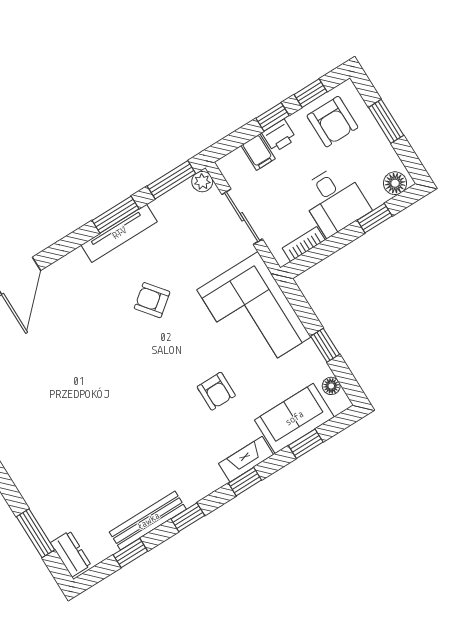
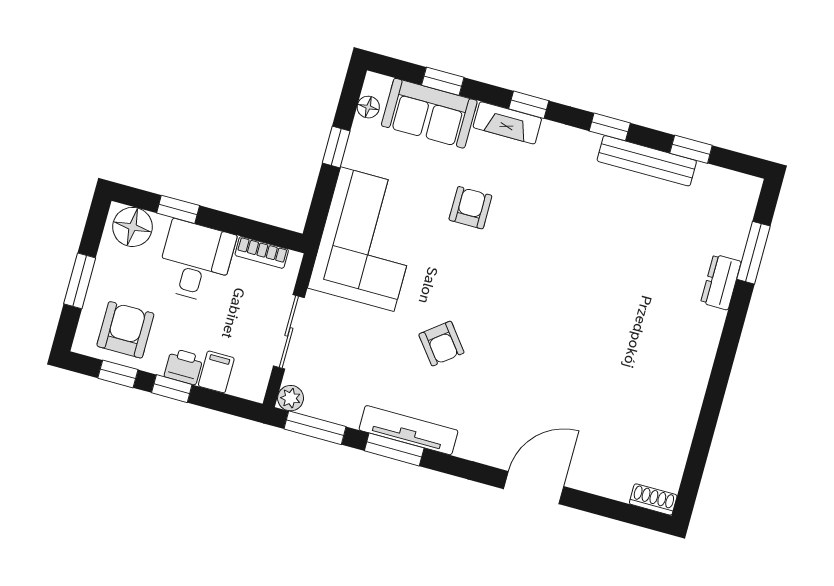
floor lamp: (395, 183) -> (132, 227), width x1.38, depth x1.38
dresser: (71, 554) -> (721, 282), moved

